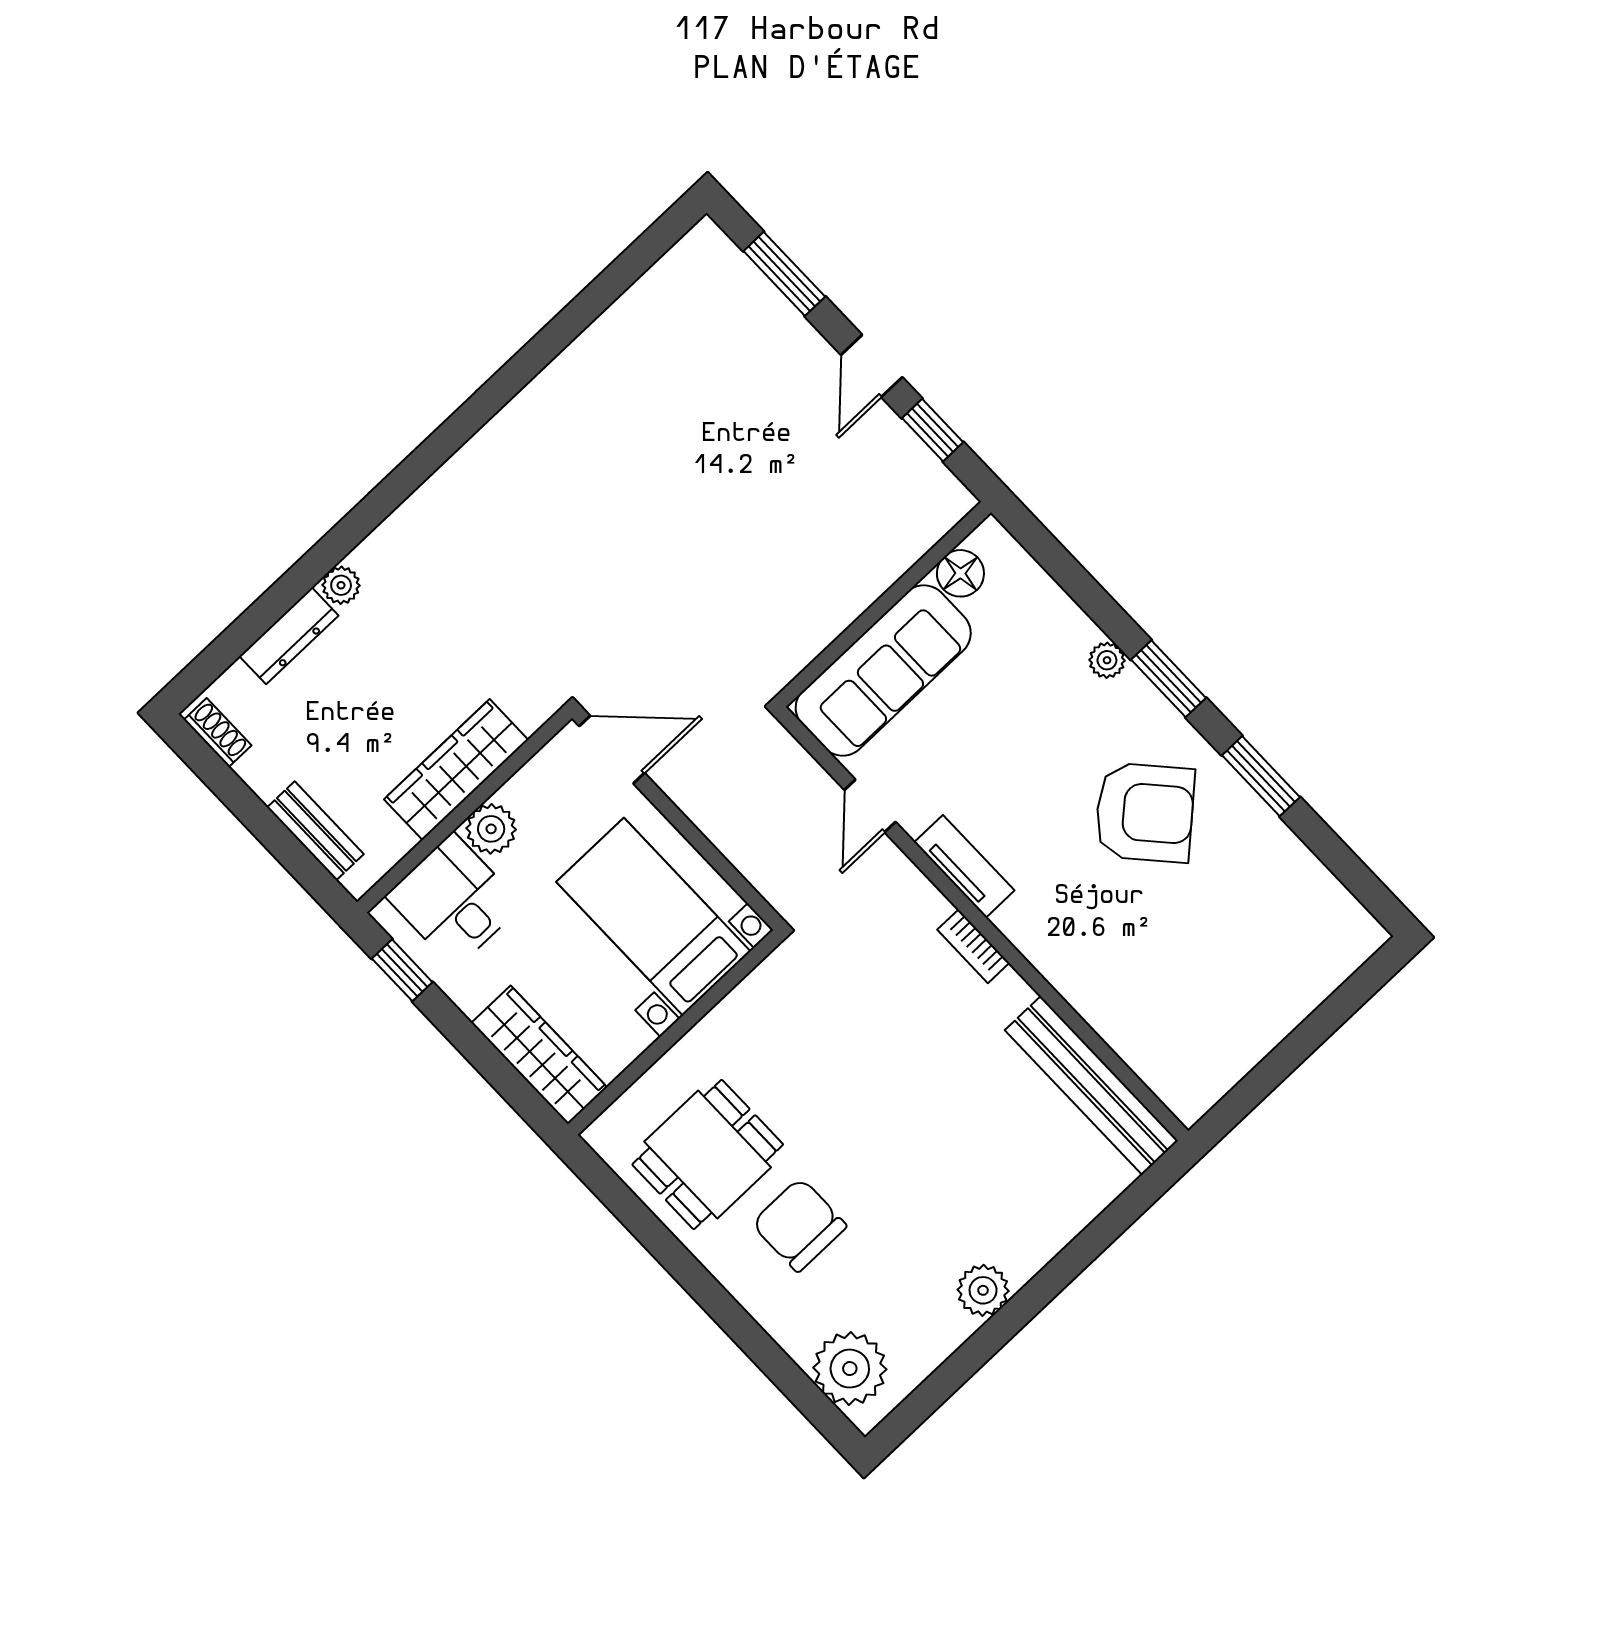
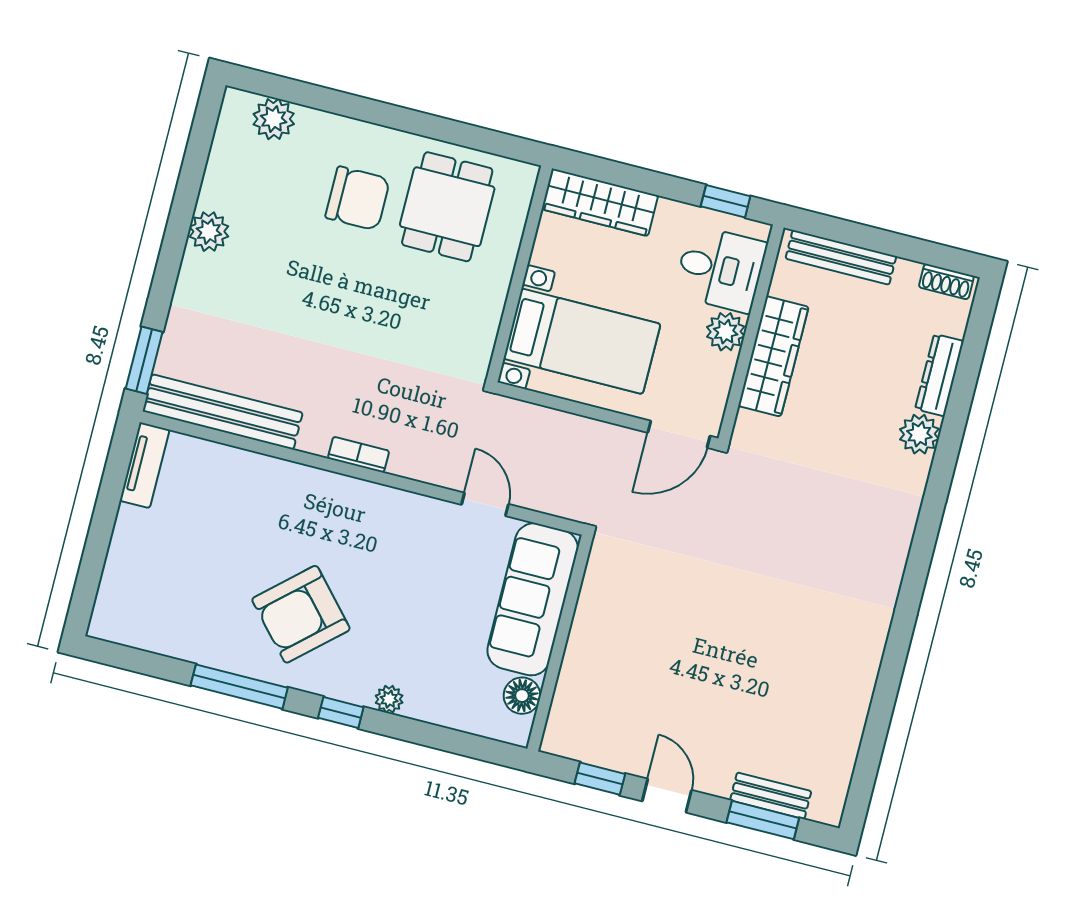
bench: (759, 295) -> (771, 796), added
plant: (341, 585) -> (919, 434), width x1.38, depth x1.38
window: (1168, 679) -> (341, 713), width x0.67
window: (1261, 776) -> (239, 687), width x1.44
bench: (315, 831) -> (841, 257), width x1.36
tv unit: (964, 866) -> (145, 465), moved, turned -90
window: (1141, 1195) -> (144, 360), added
plant: (850, 1369) -> (274, 119), width x0.73, depth x0.73

